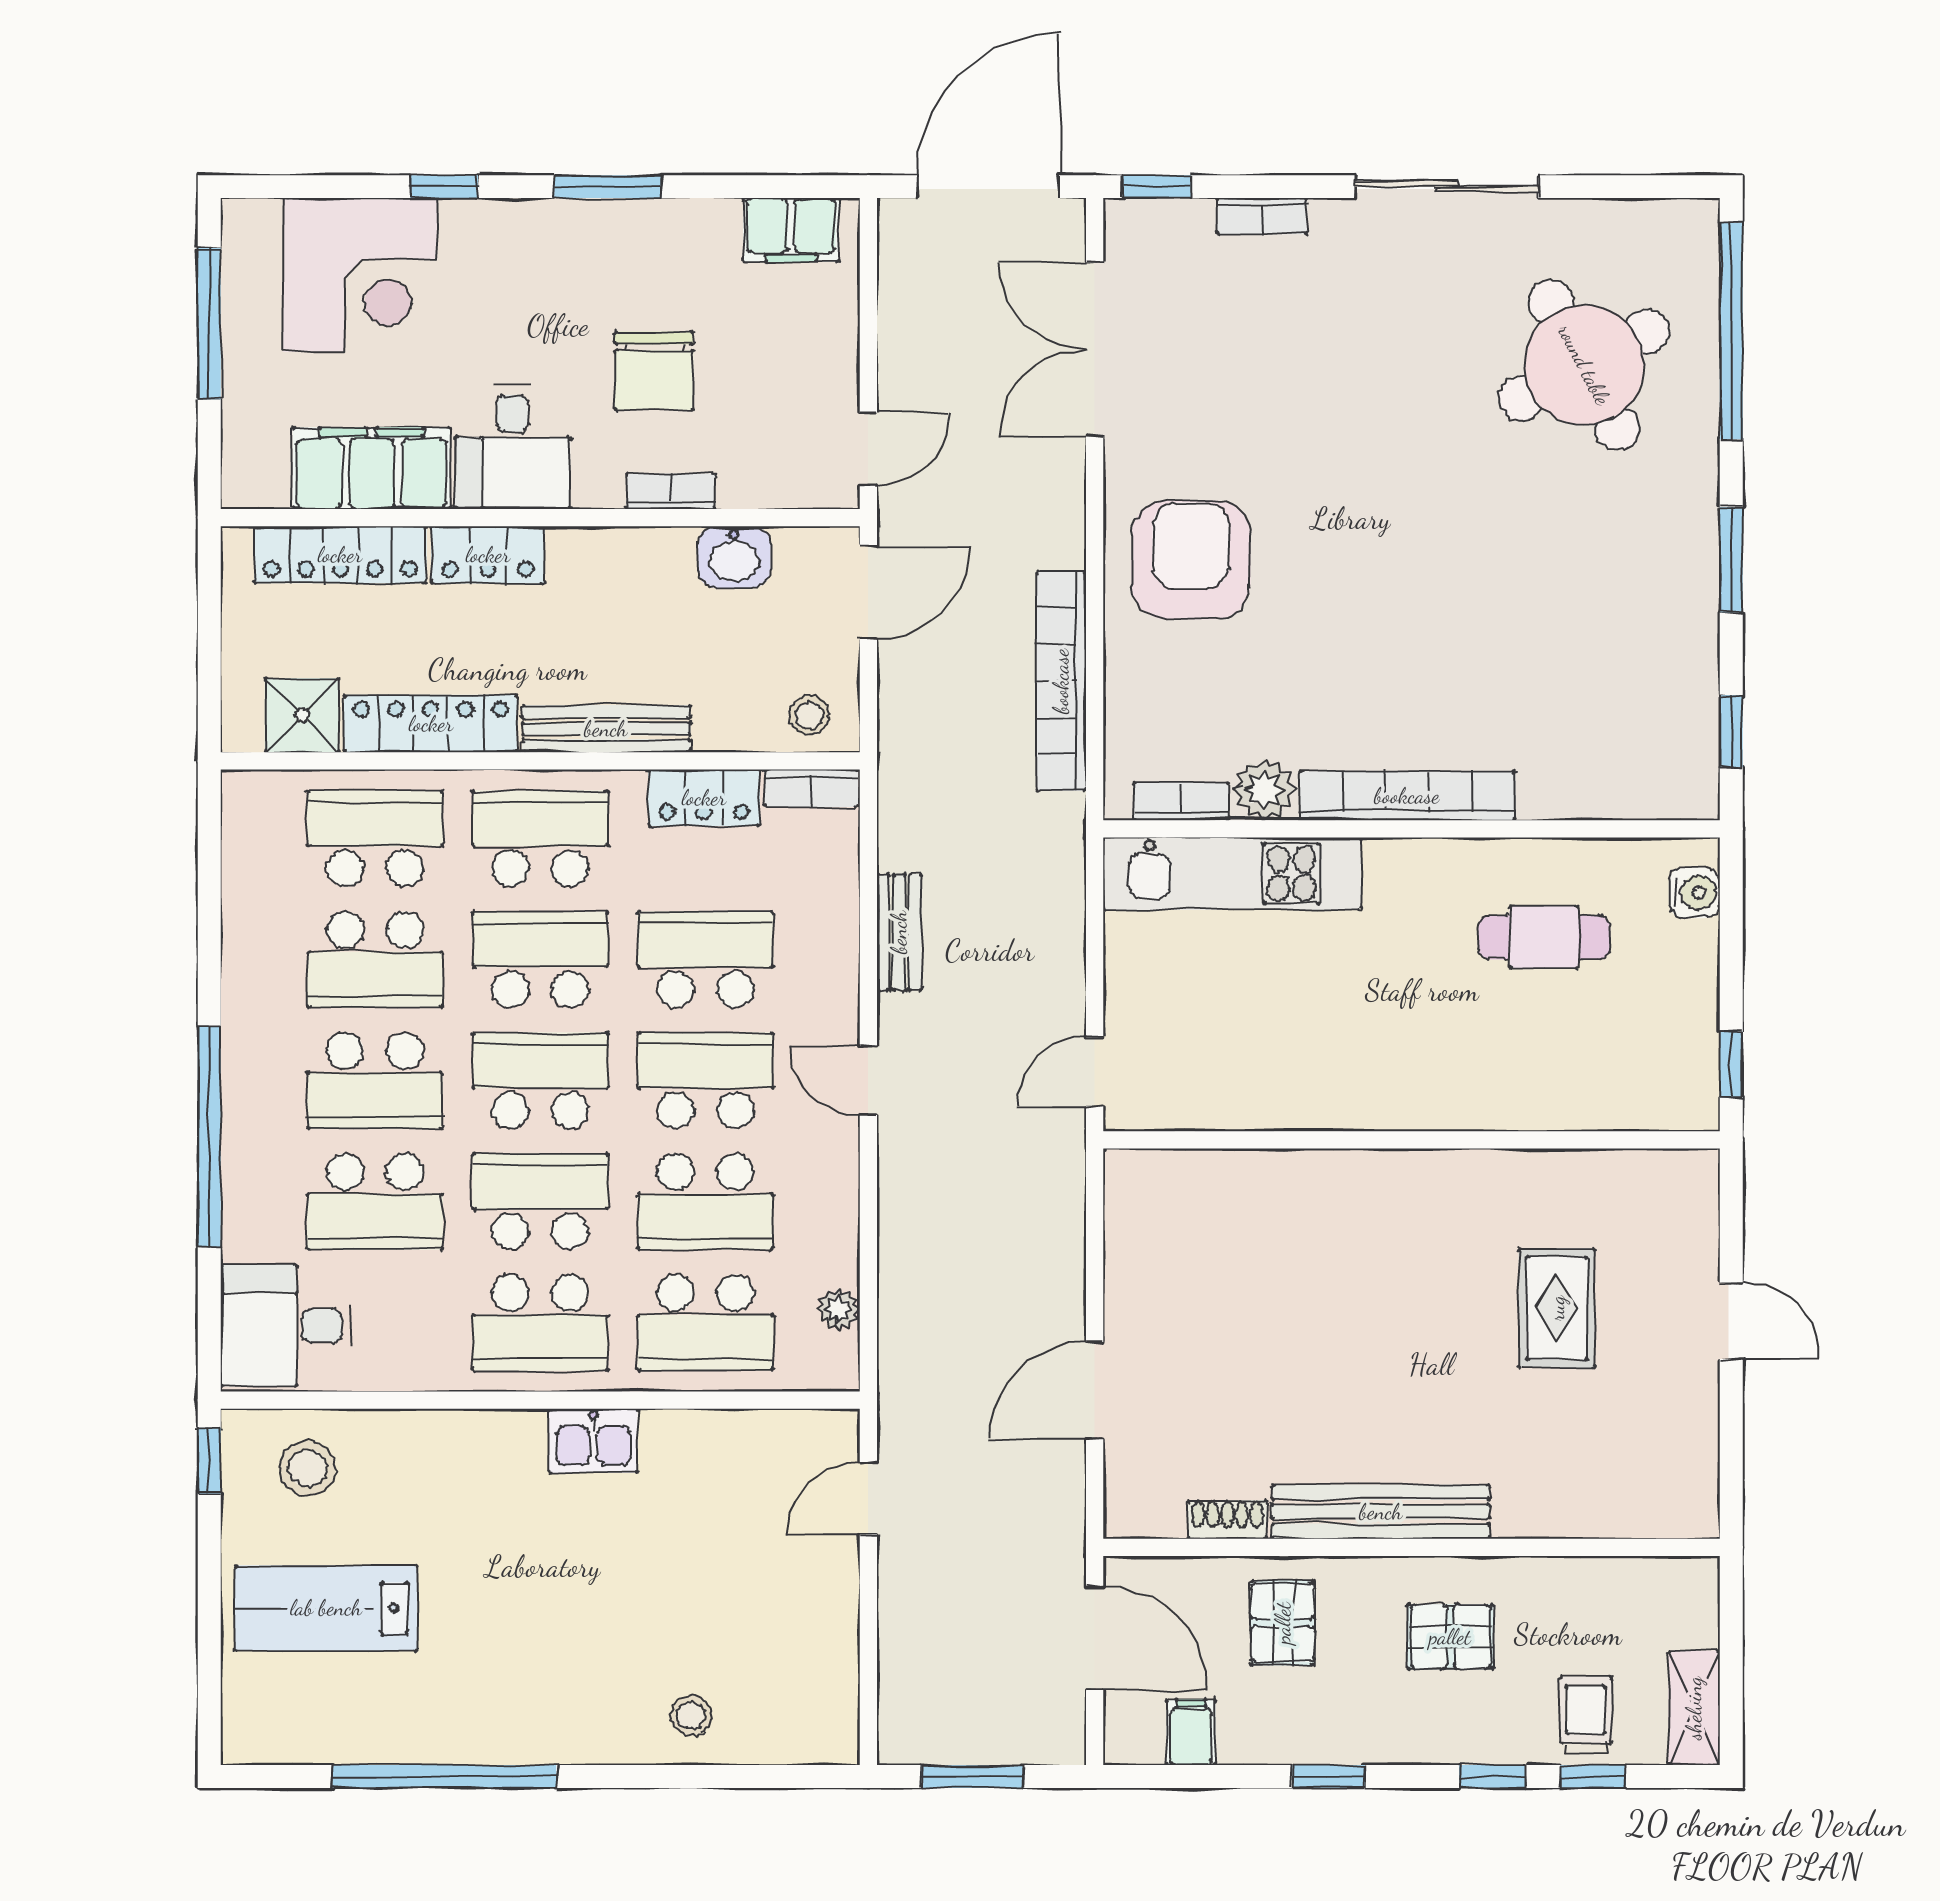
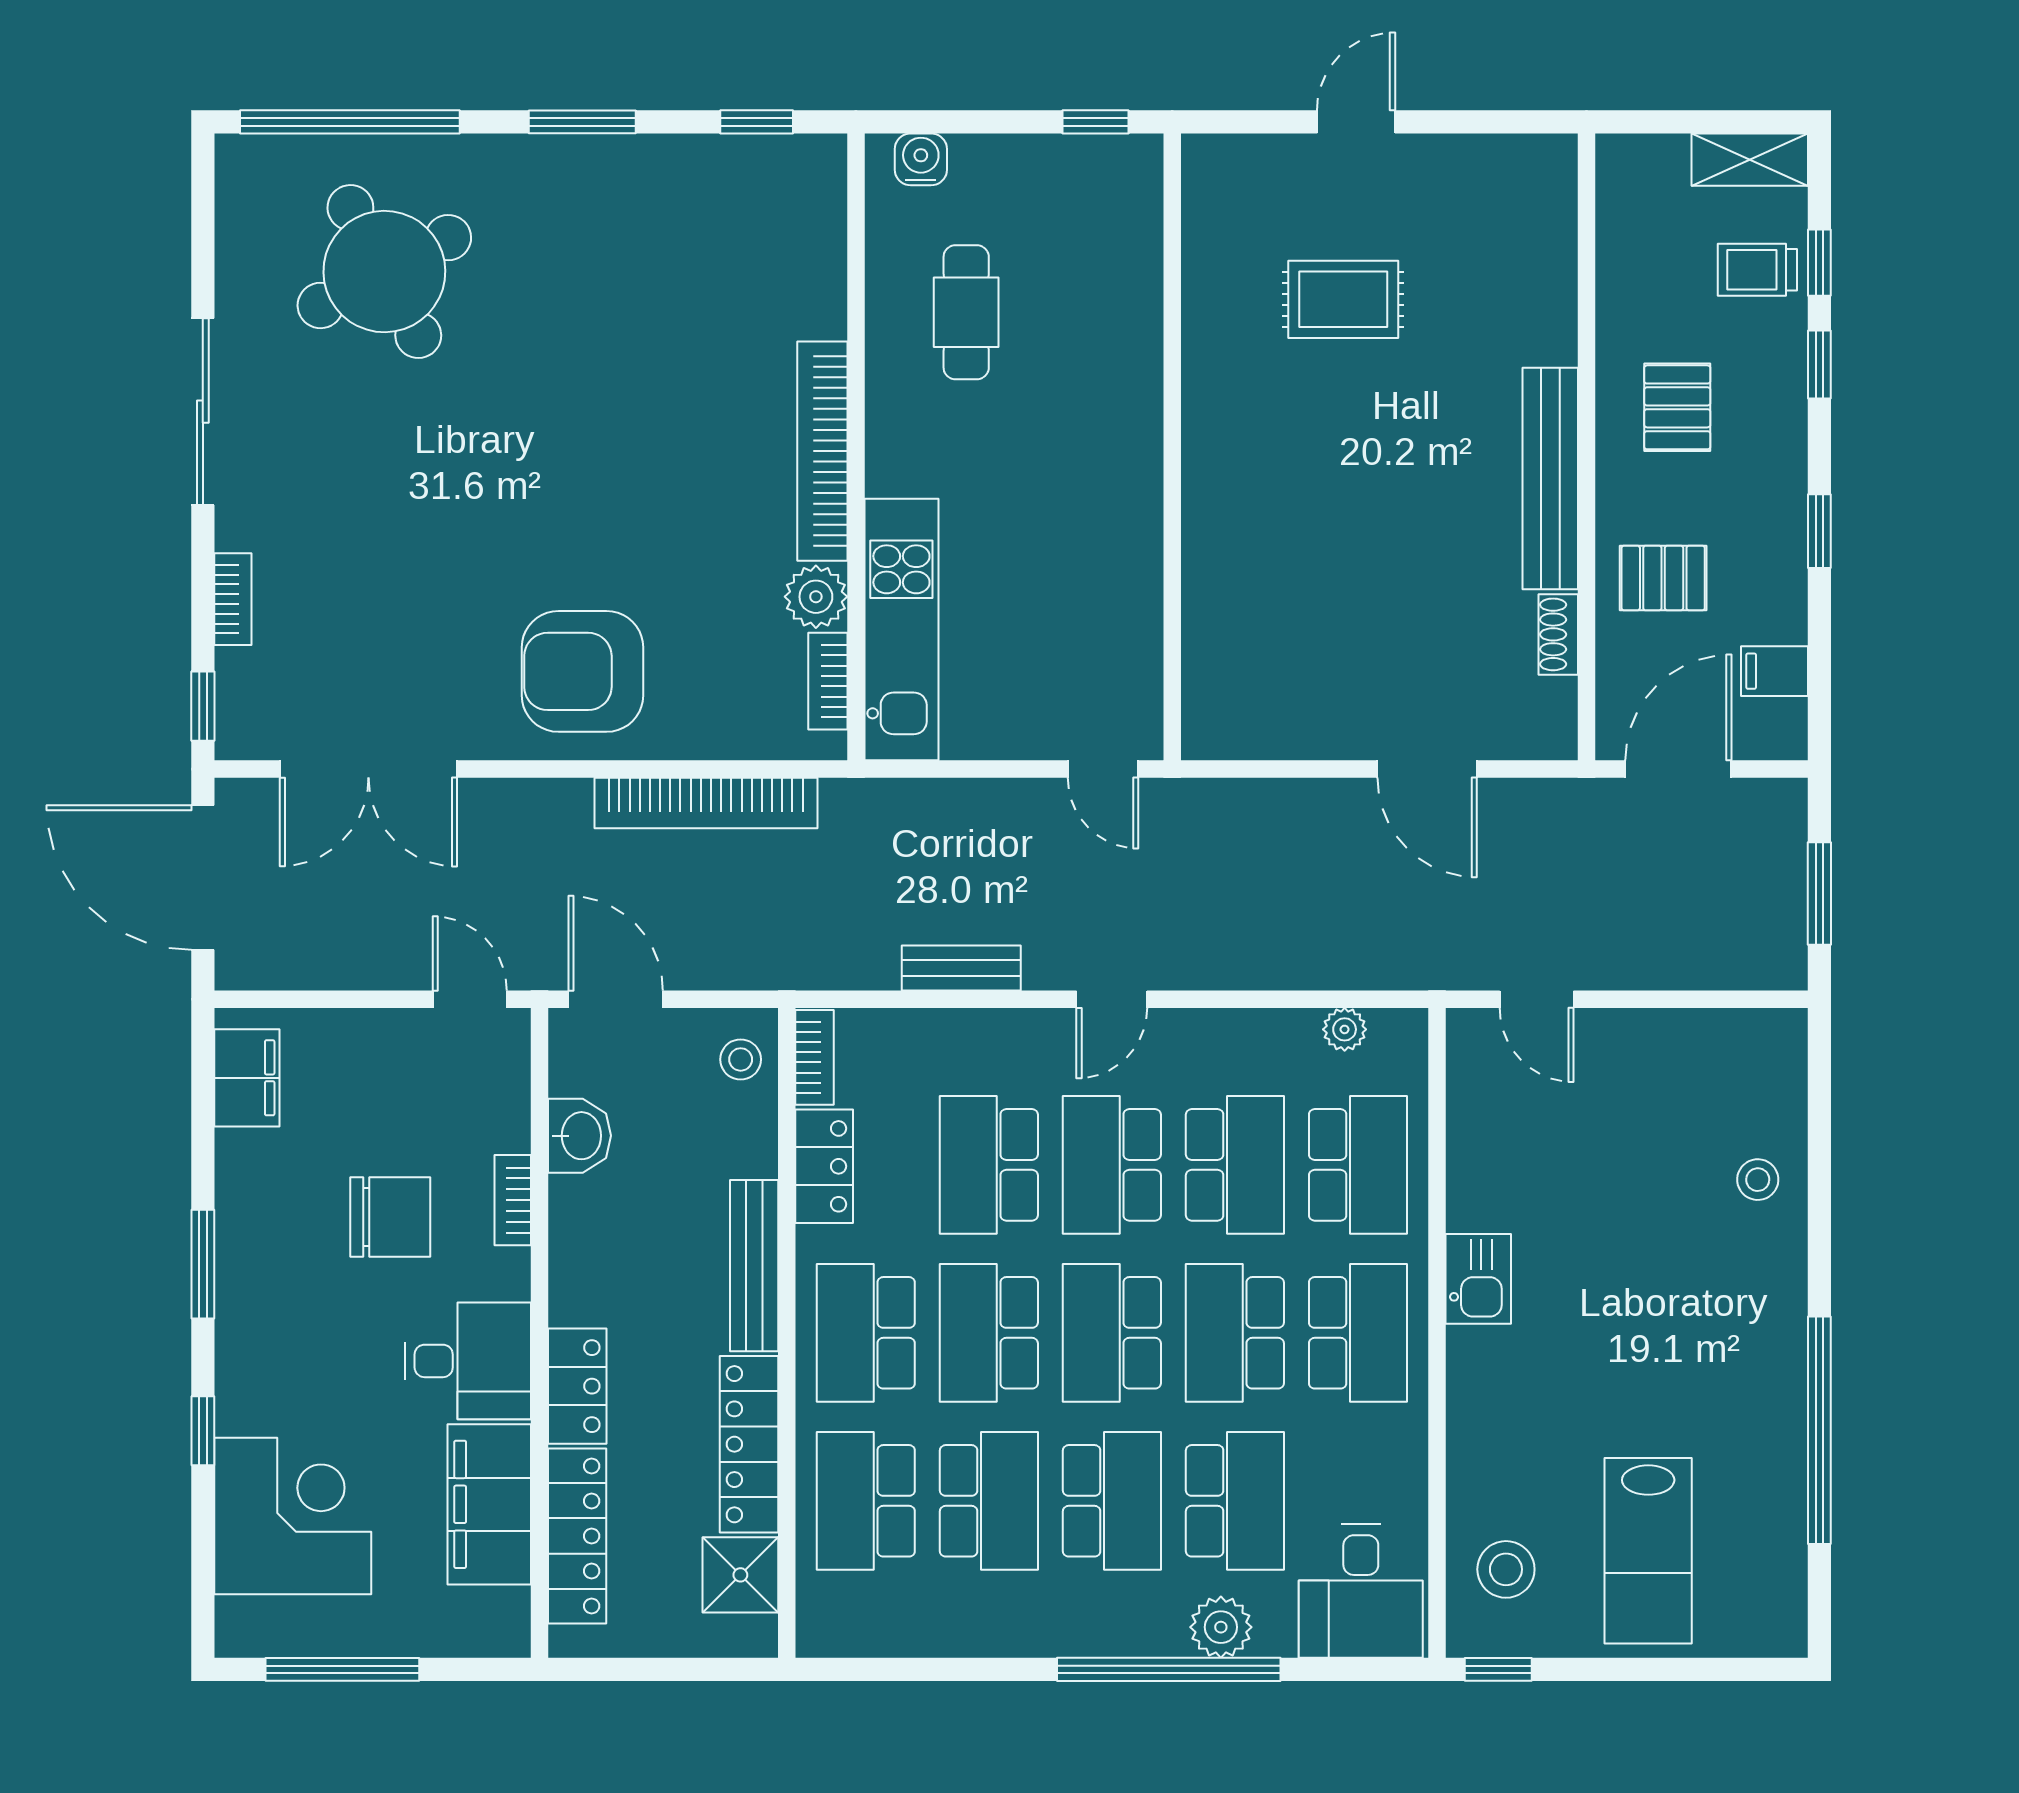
plant: (251, 1188) -> (1221, 1627), added

